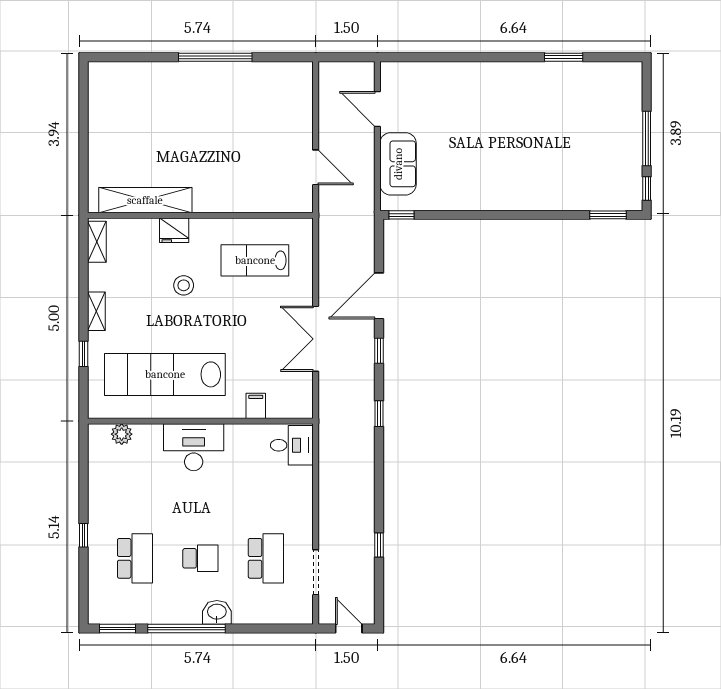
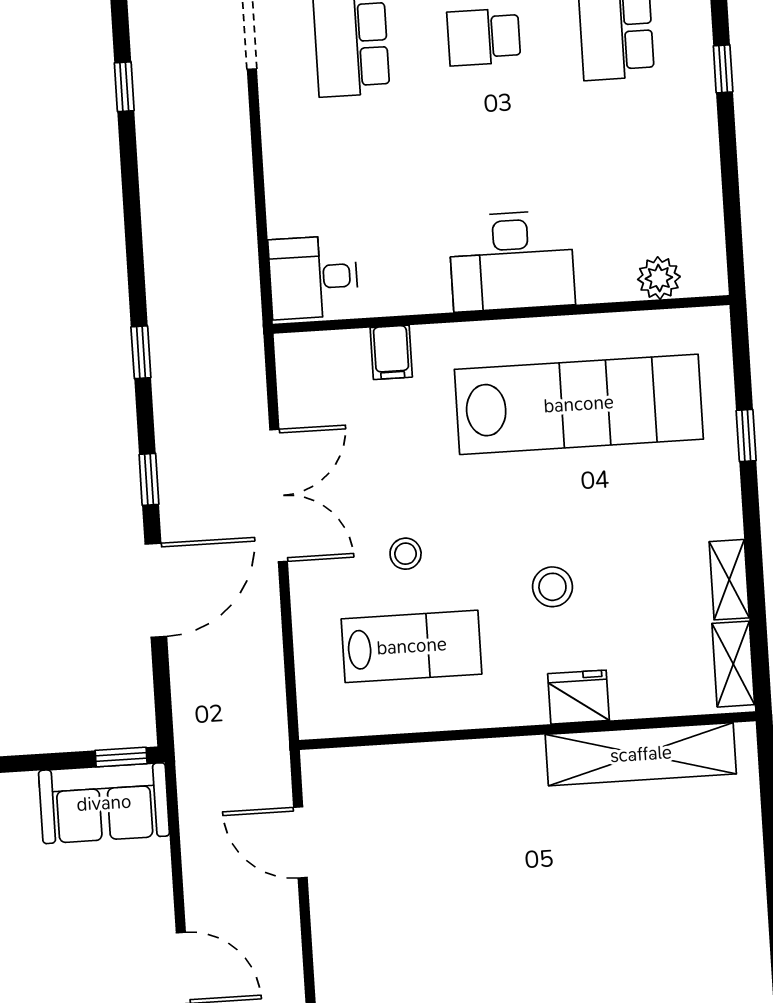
sofa: (398, 164) -> (104, 803), moved, turned -90
stool: (255, 306) -> (406, 554), added
shelving: (96, 311) -> (729, 580), moved

